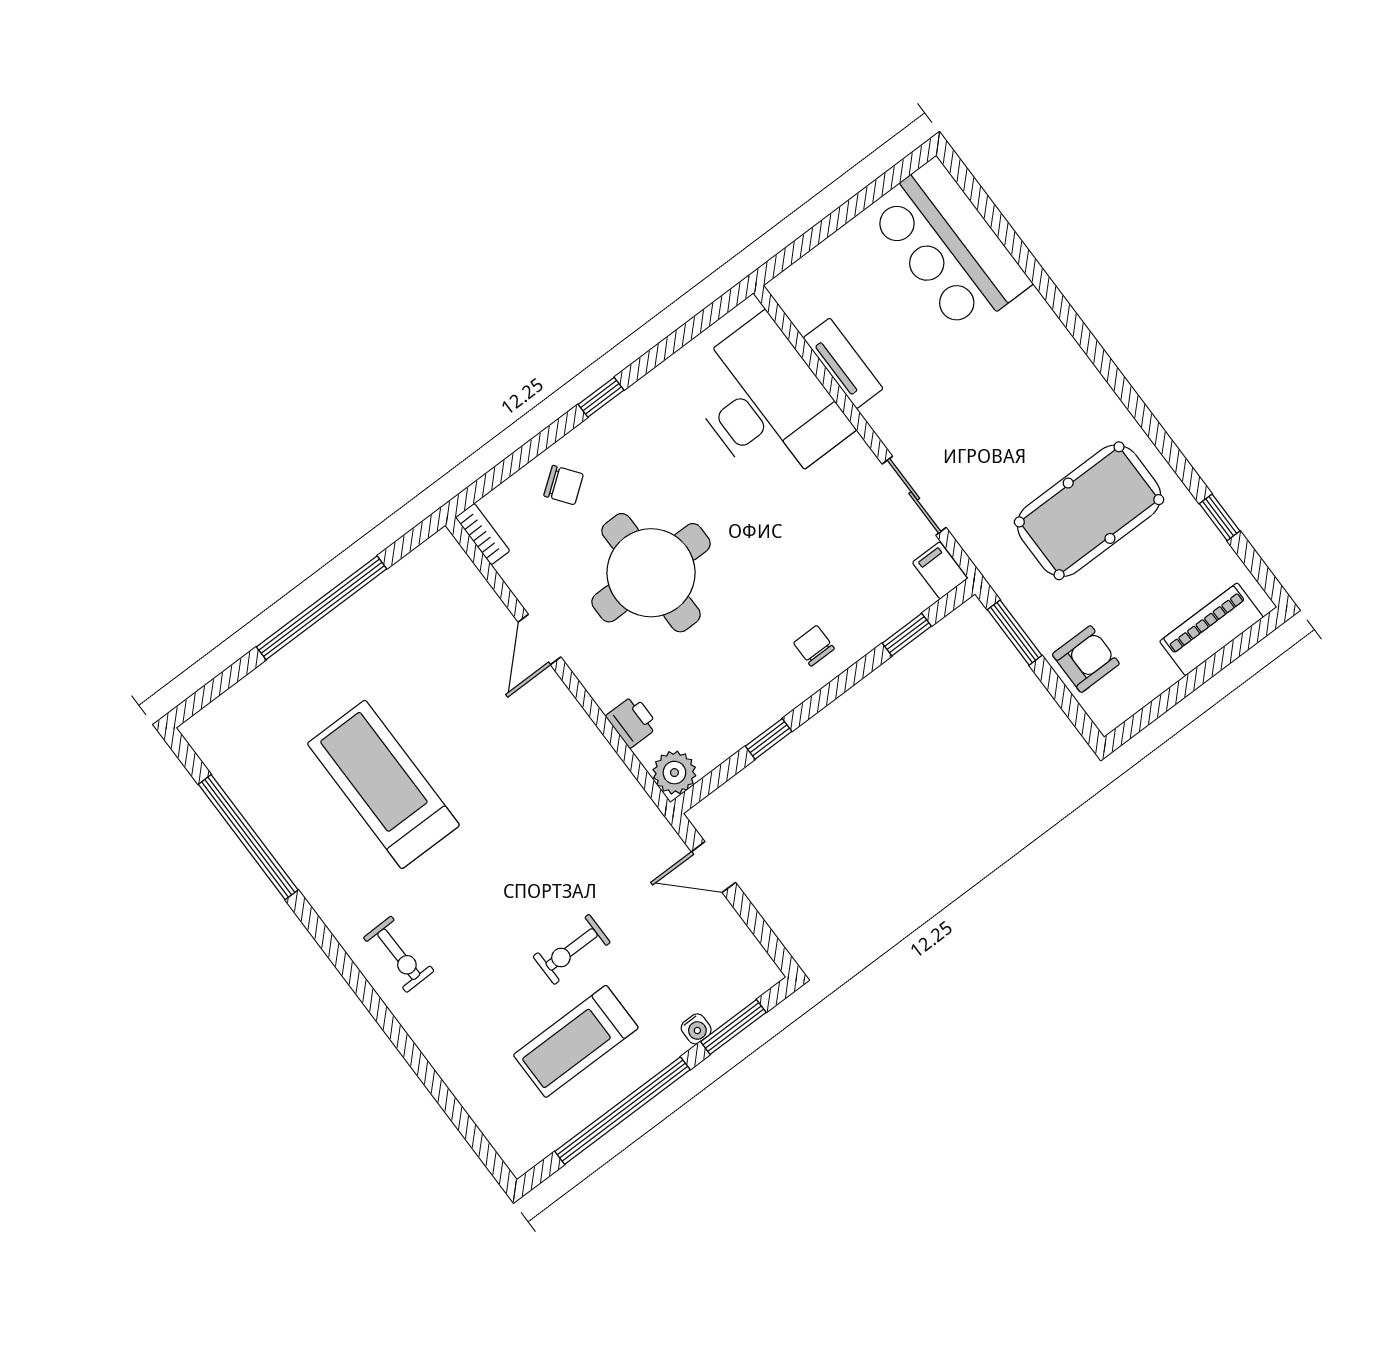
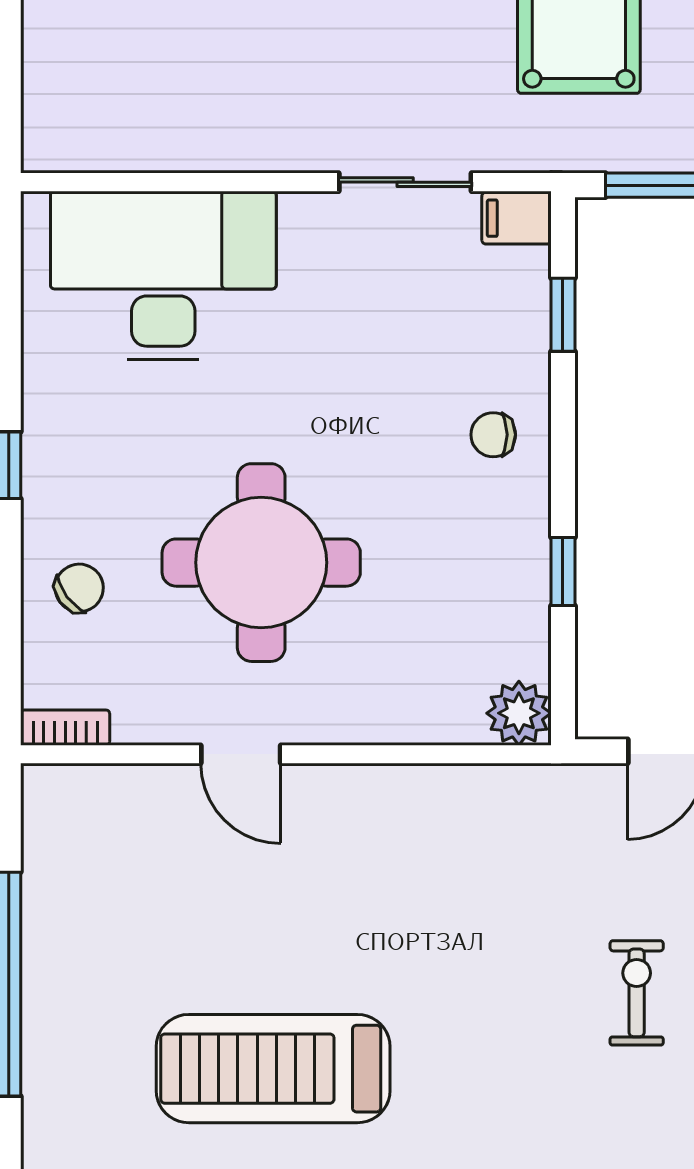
tv unit: (843, 363) -> (185, 148), removed
printer: (632, 721) -> (420, 718), removed
exercise bike: (572, 949) -> (637, 993), turned 180

